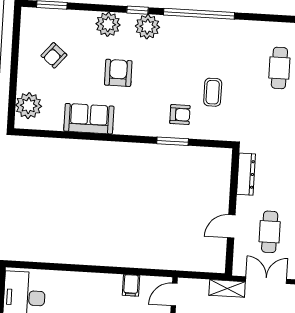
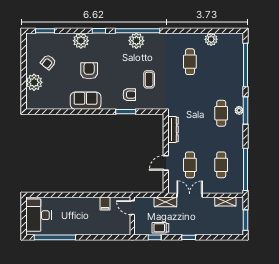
plant: (147, 27) -> (136, 41), moved
plant: (29, 106) -> (34, 82), moved
sofa: (89, 119) -> (86, 101), moved
door: (174, 295) -> (132, 208), hinge flipped

